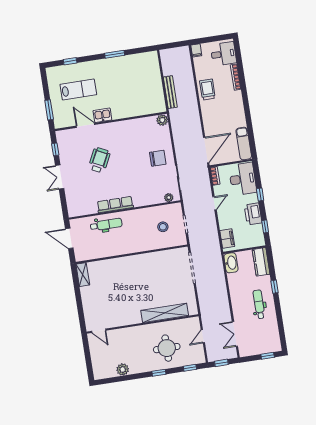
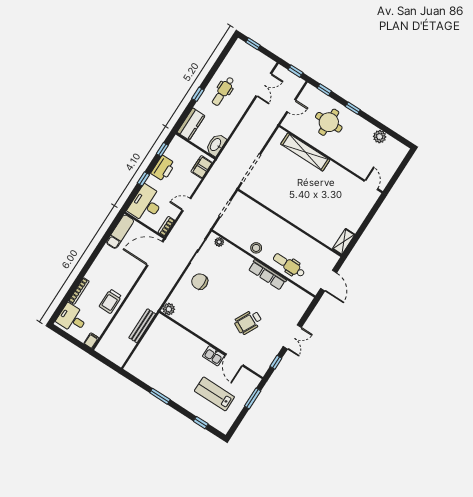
stool: (163, 227) -> (256, 248), moved

